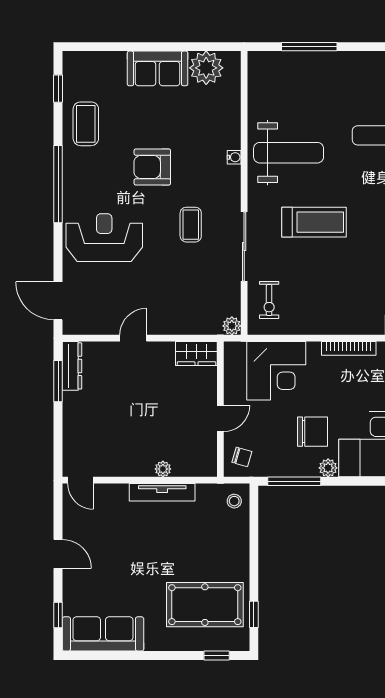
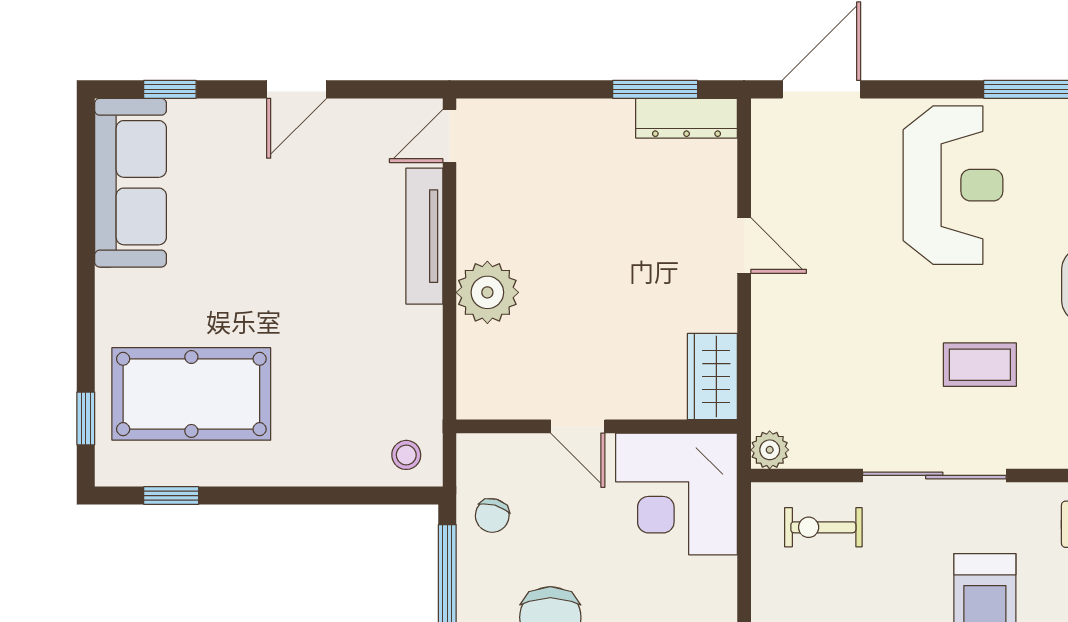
corner desk: (276, 371) -> (676, 494), moved
chair: (242, 457) -> (492, 515), moved
plant: (163, 469) -> (487, 292), width x1.88, depth x1.88
tv unit: (162, 492) -> (424, 236), moved
pool table: (205, 605) -> (191, 394), turned 90

